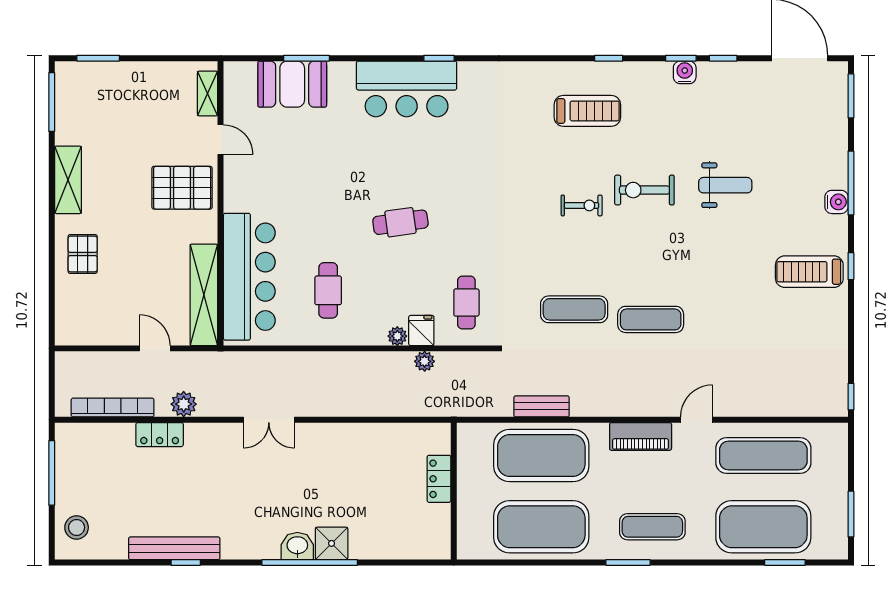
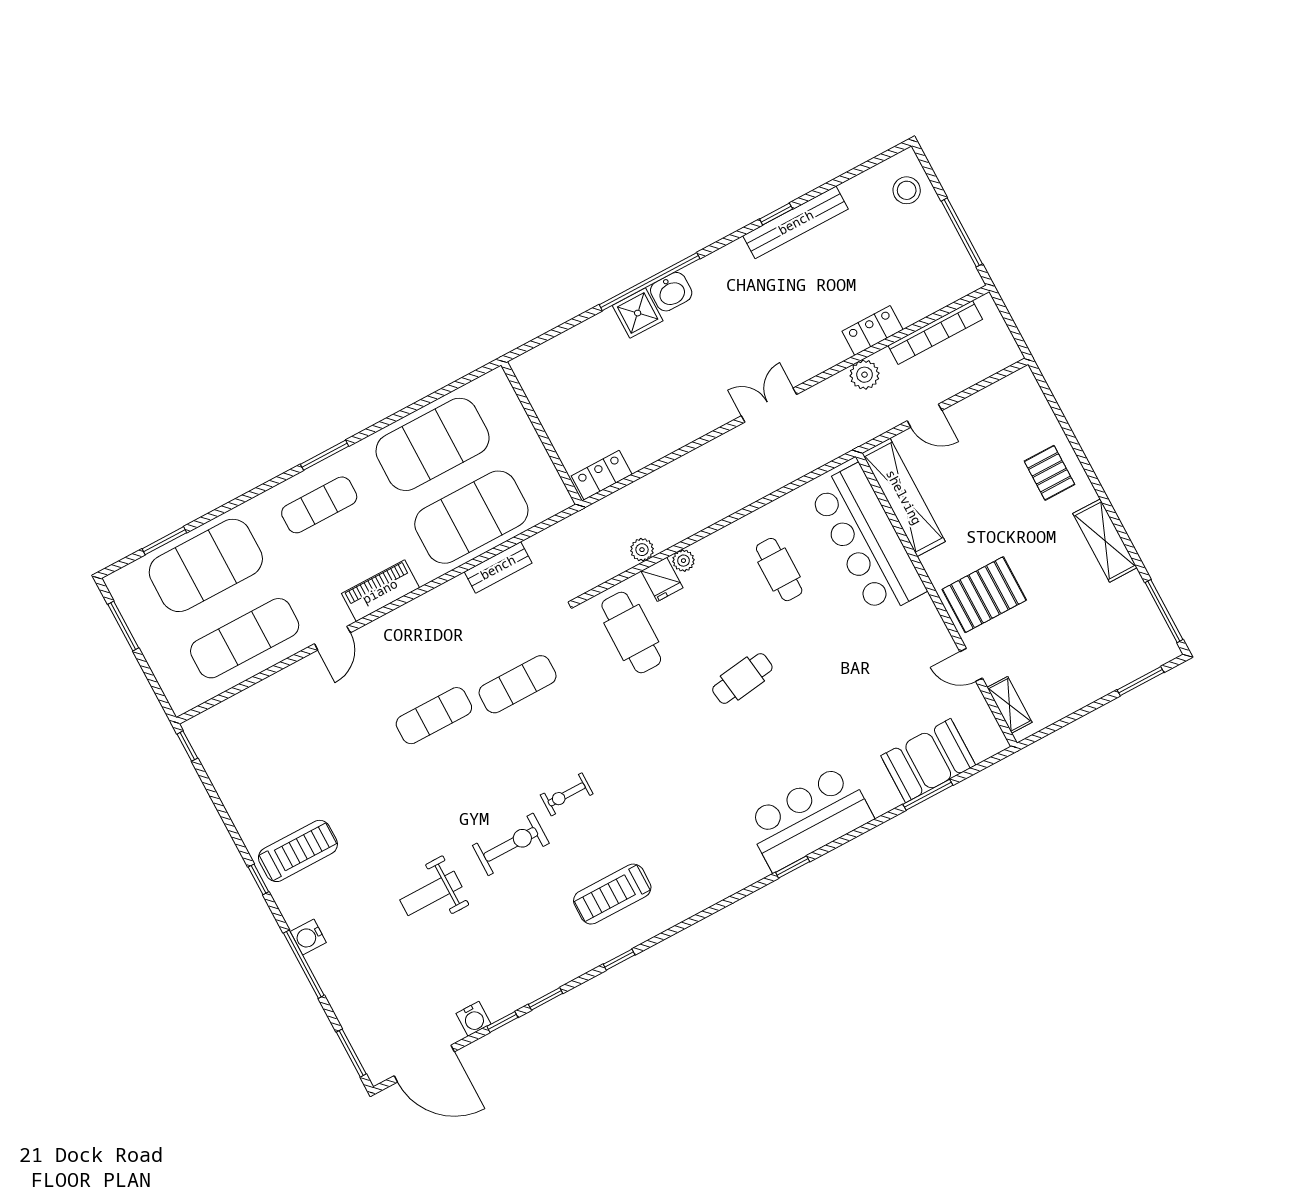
water cooler: (685, 72) -> (473, 1019), moved
cafe table: (466, 303) -> (631, 632), width x1.37, depth x1.35
locker: (439, 479) -> (602, 475), moved, turned -90

